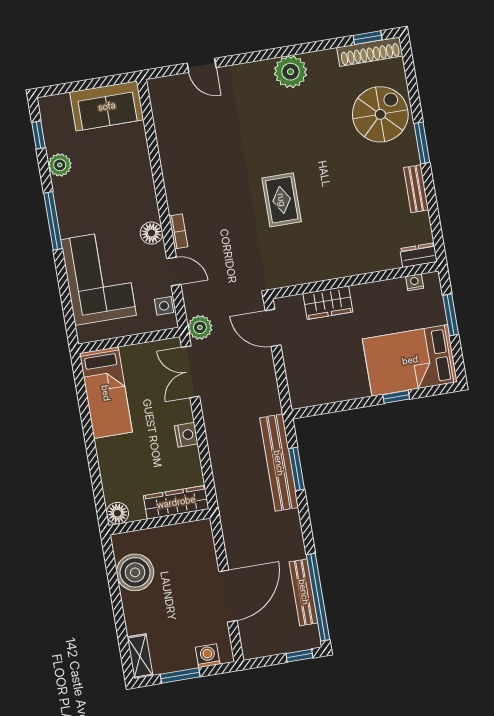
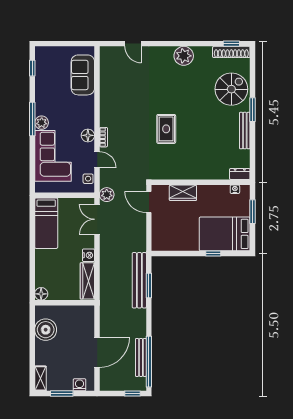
sofa: (107, 106) -> (83, 75), moved, turned 90
plant: (60, 165) -> (42, 123), moved
bench: (416, 189) -> (245, 131), width x1.36
wardrobe: (176, 502) -> (87, 281), moved, turned -90

